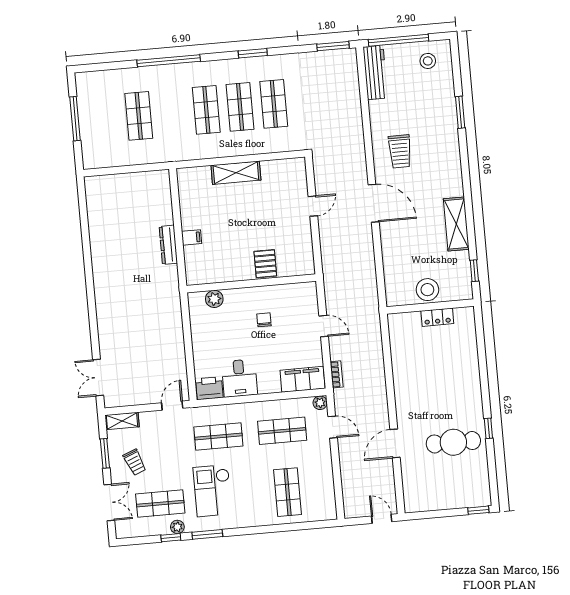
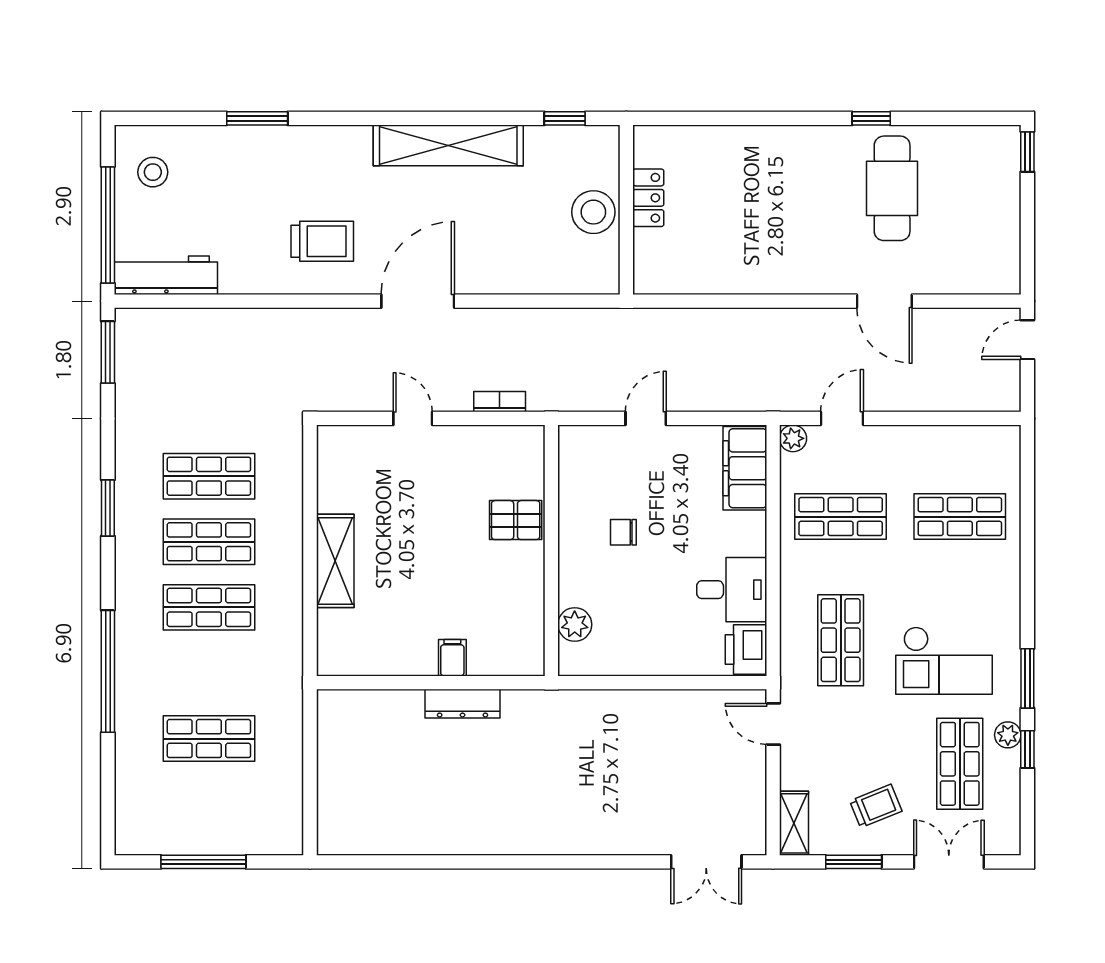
shelving: (456, 224) -> (448, 145), width x1.47
bookcase: (337, 374) -> (500, 402), moved
shop shelf: (282, 431) -> (841, 517), turned 90

